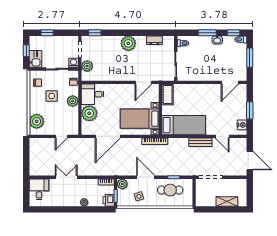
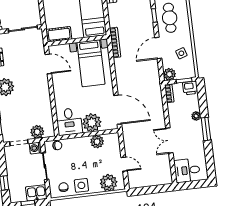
side table: (52, 96) -> (81, 185), moved
plant: (73, 101) -> (97, 142), moved
door: (61, 136) -> (124, 164), moved
door: (108, 136) -> (118, 110), moved
window: (72, 209) -> (206, 129), added

